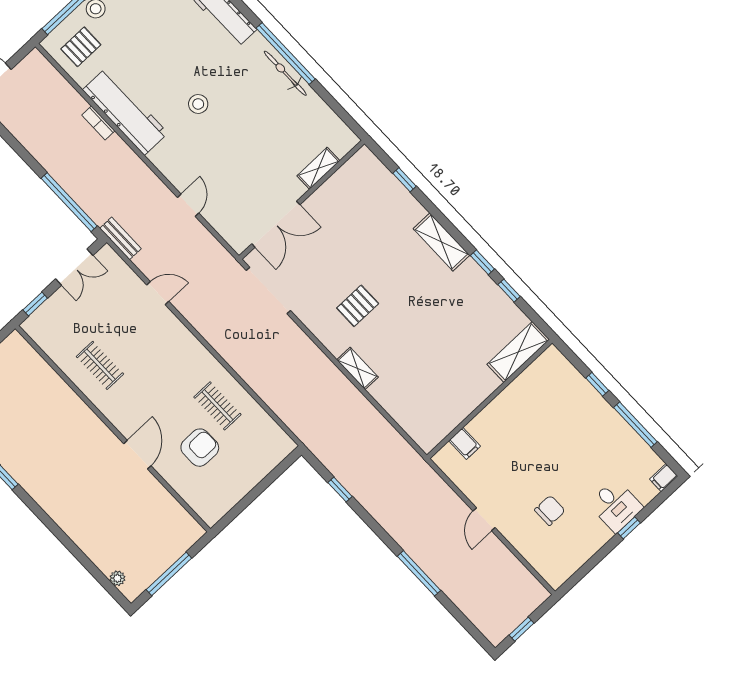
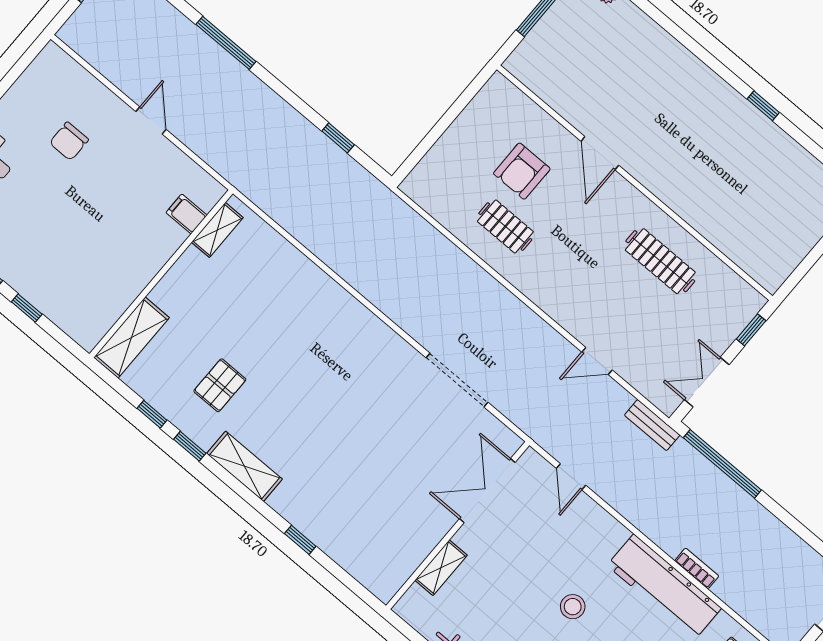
shelving: (318, 168) -> (441, 568), moved
wall: (302, 200) -> (458, 525), moved
double door: (276, 224) -> (487, 491), moved
pallet: (358, 306) -> (220, 385), moved
clothes rail: (100, 365) -> (660, 261), width x1.36
shelving: (357, 368) -> (217, 230), moved, turned 90

